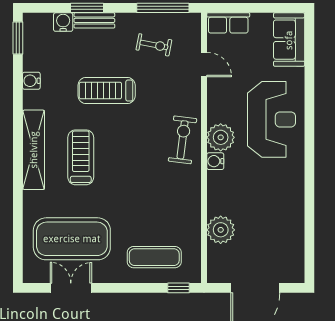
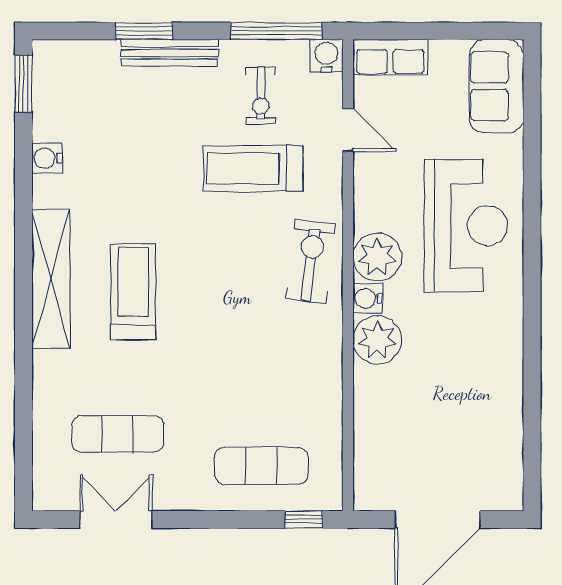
bench: (94, 20) -> (170, 53), width x1.36
water cooler: (63, 22) -> (327, 56), moved
exercise bike: (154, 45) -> (261, 96), turned 79
treadmill: (107, 91) -> (253, 169), moved
plant: (221, 230) -> (377, 340), moved
exercise mat: (72, 239) -> (118, 434), width x0.50, depth x0.69

